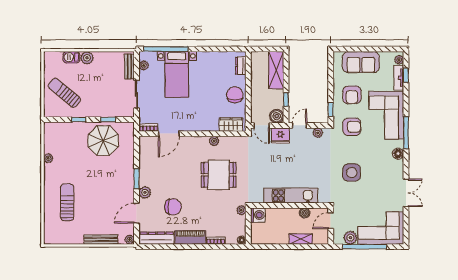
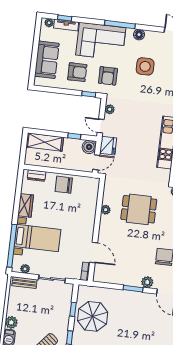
wardrobe: (231, 125) -> (26, 205), moved, turned 180
armchair: (352, 127) -> (108, 76), turned 180
side table: (352, 172) -> (145, 66), moved
dining table: (219, 175) -> (139, 209), turned 90

